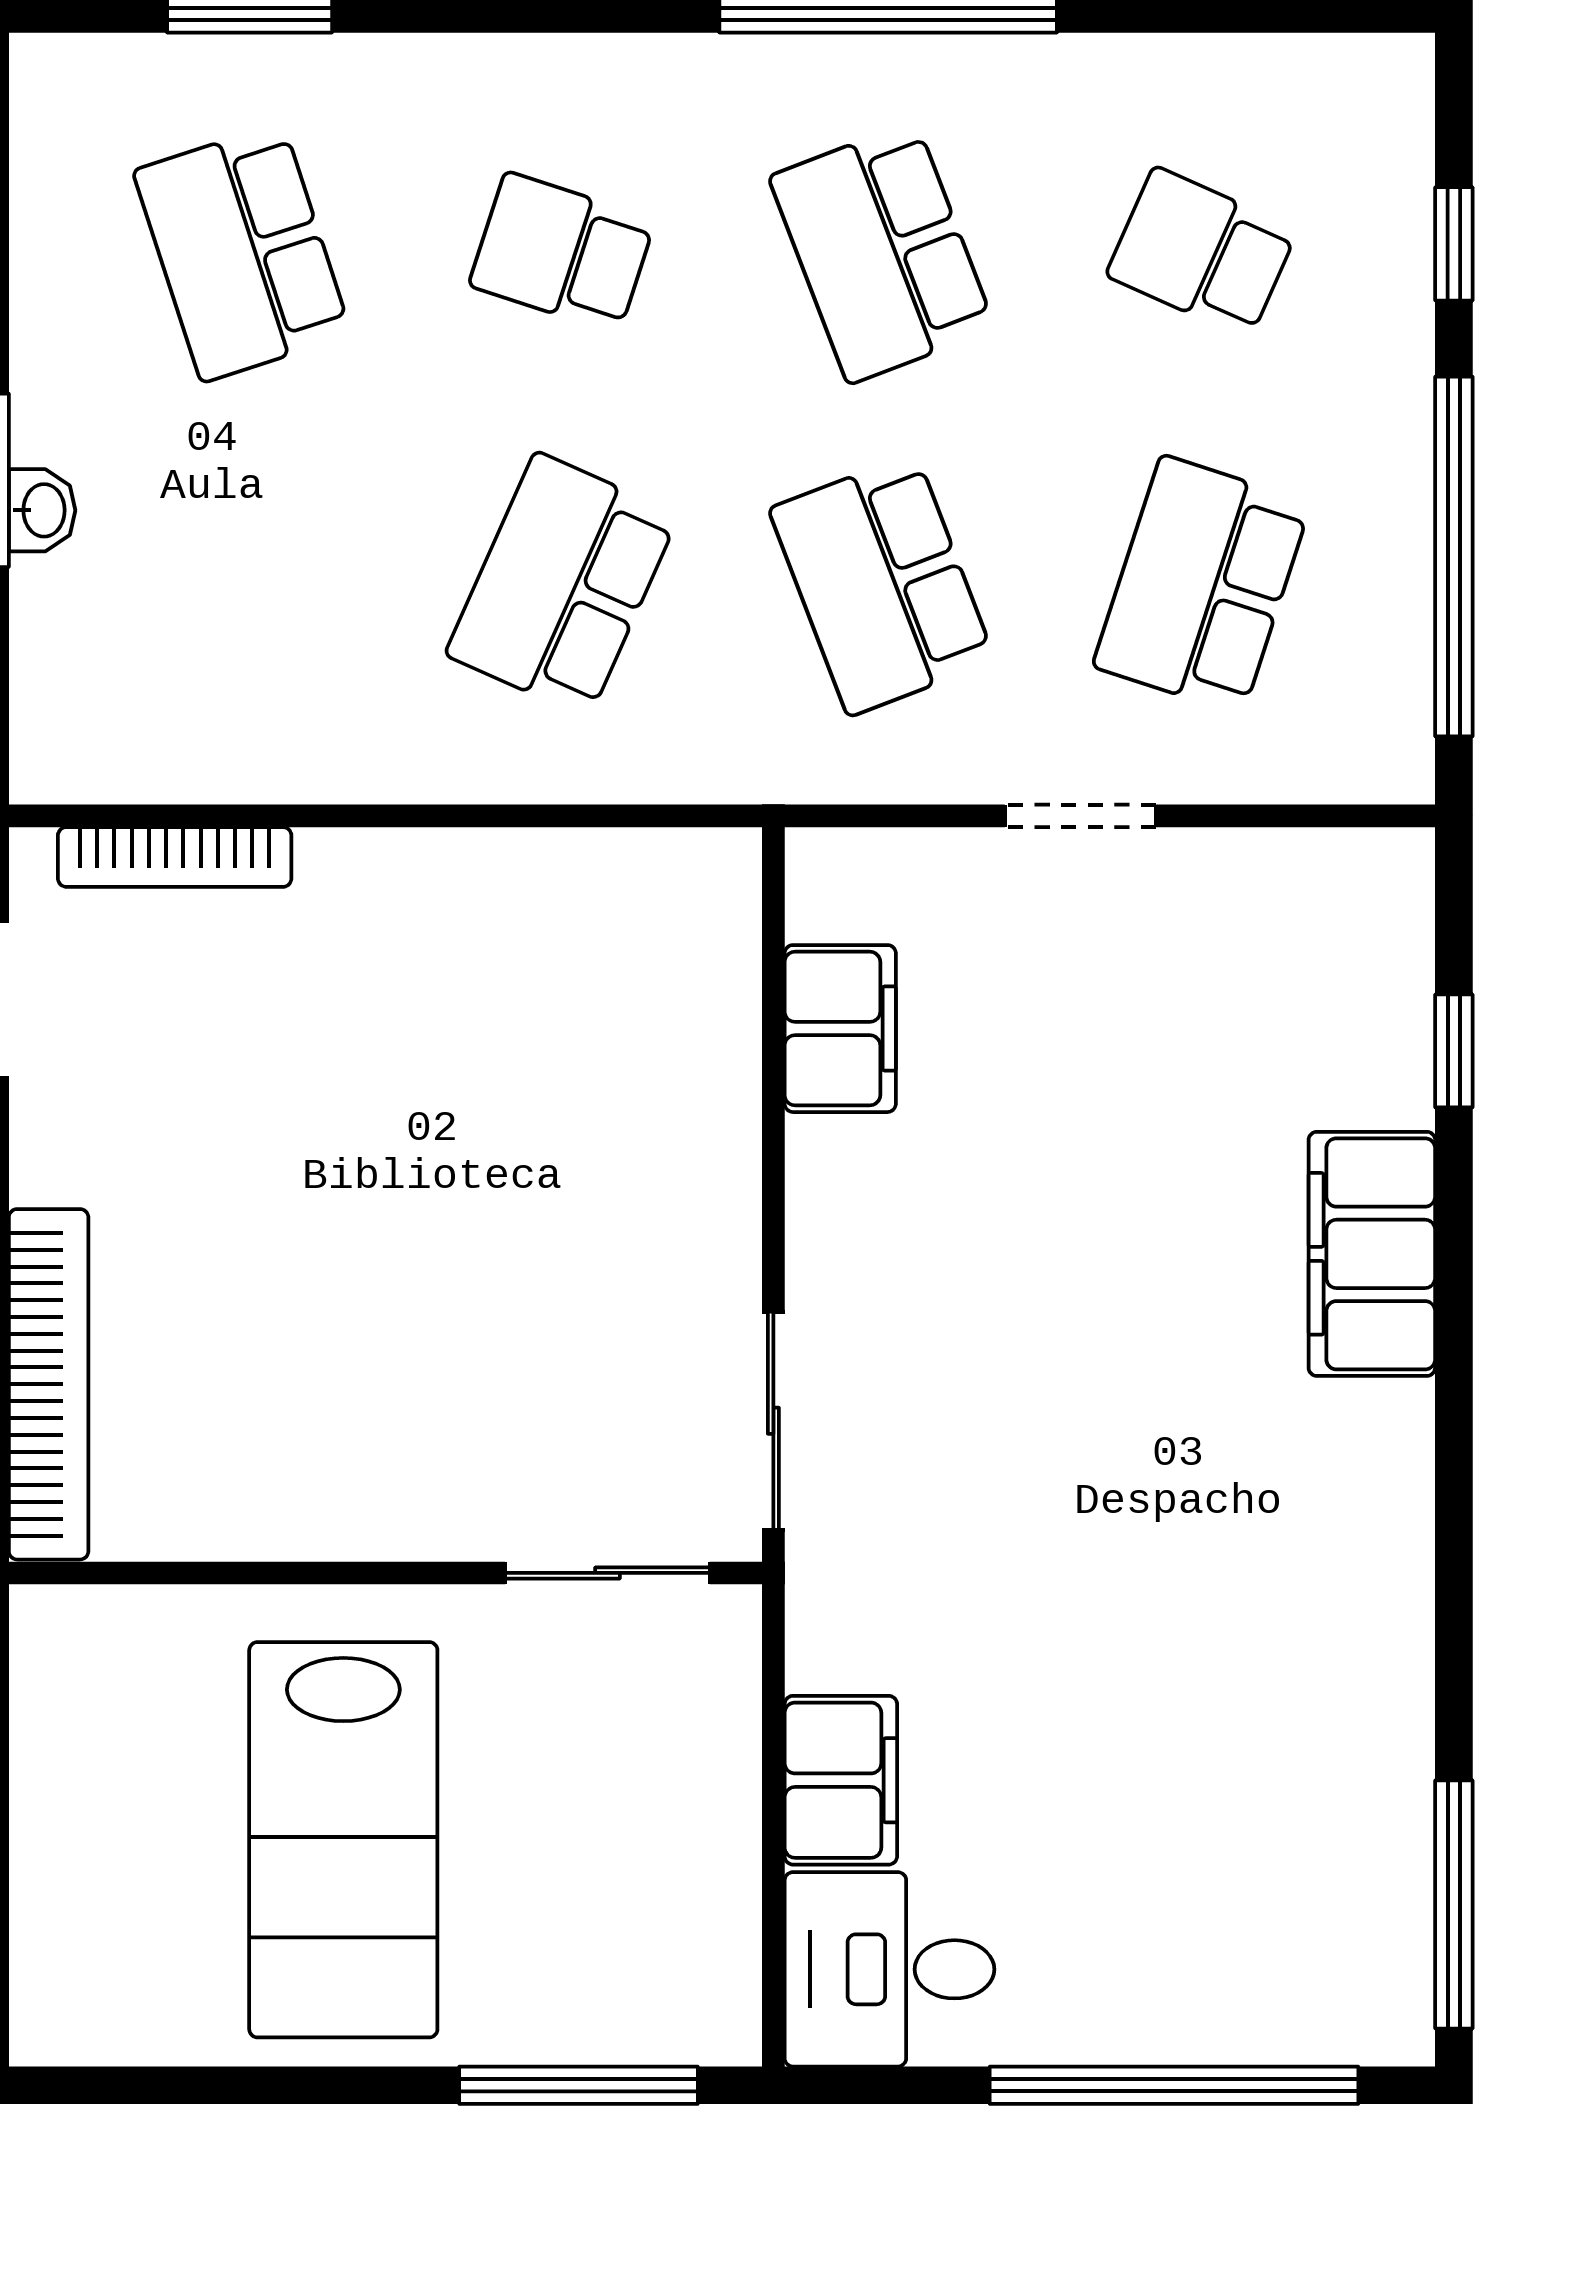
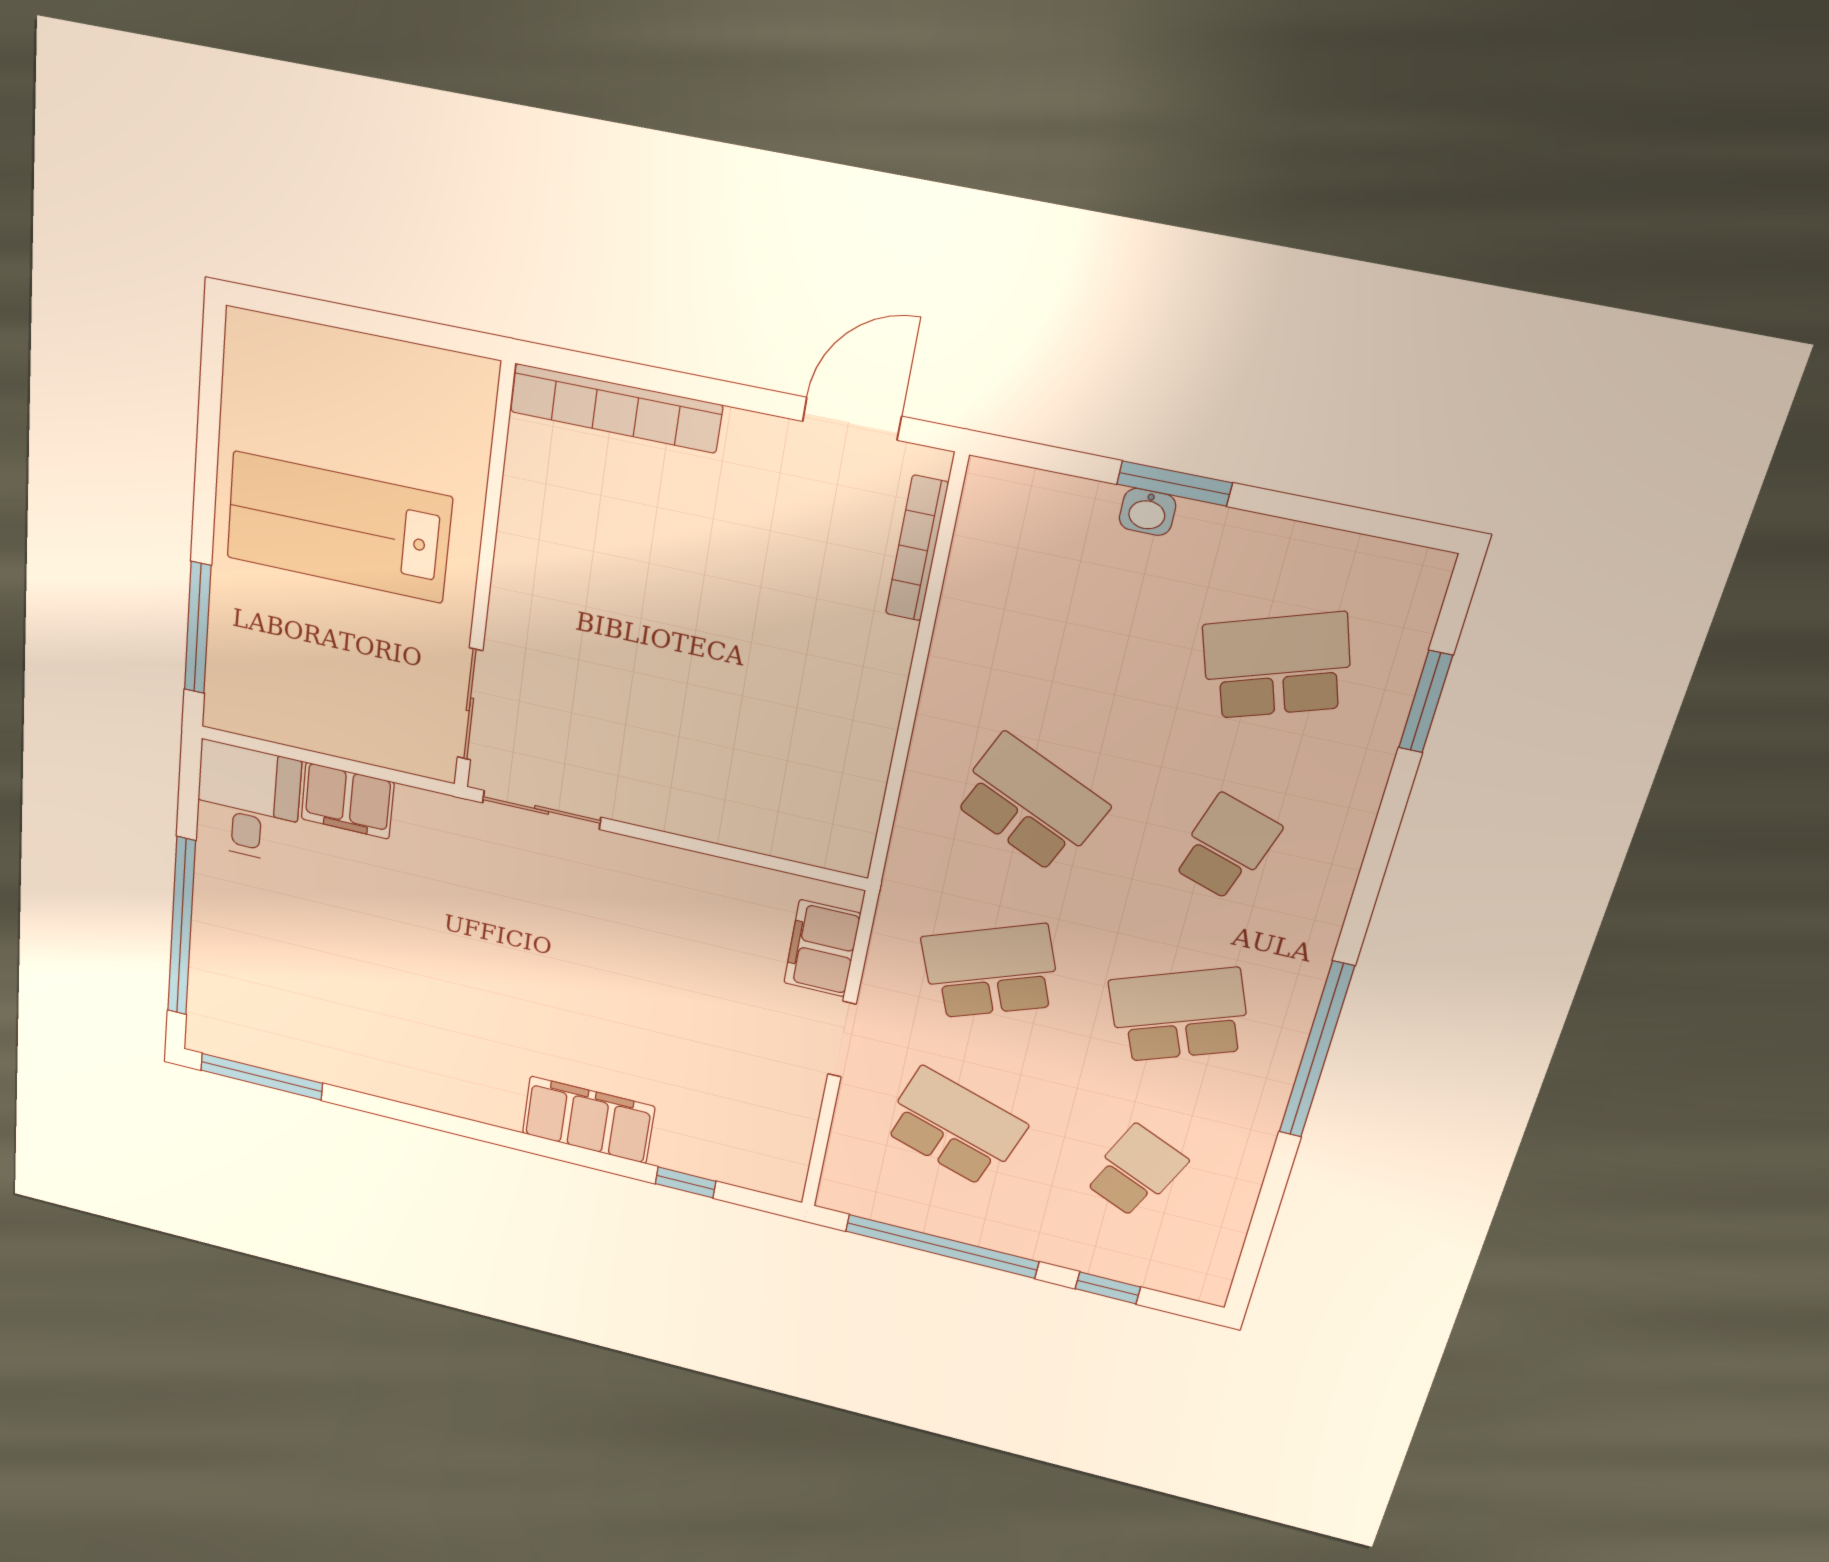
filing cabinet: (840, 1029) -> (822, 948), moved, turned 90

